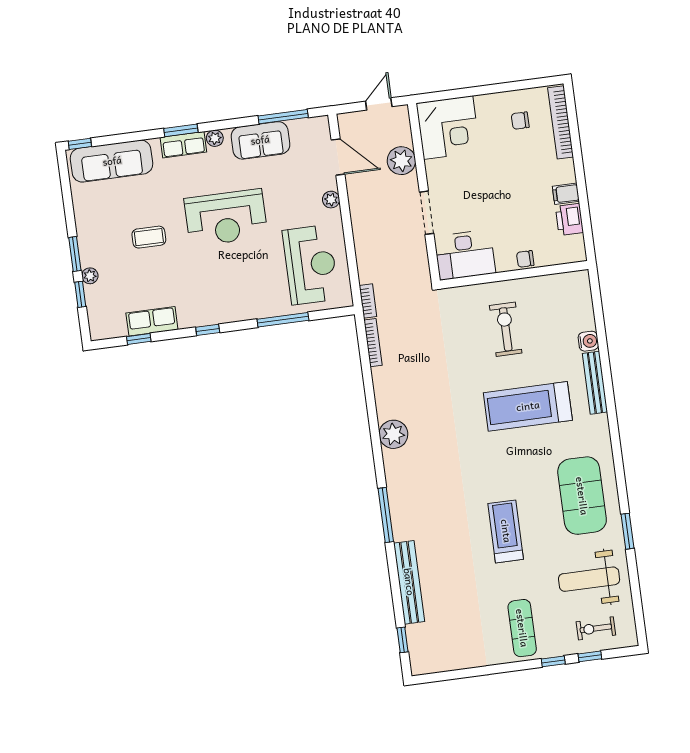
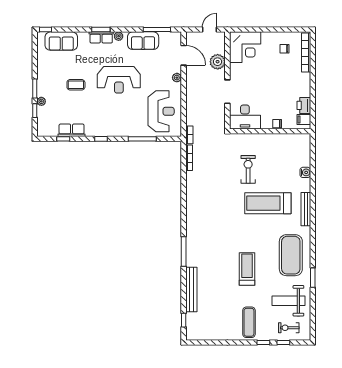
sofa: (112, 161) -> (61, 41), width x0.73
filing cabinet: (566, 194) -> (304, 119), moved
exercise bike: (506, 329) -> (248, 169), moved
bench: (595, 383) -> (306, 209), moved
plant: (393, 434) -> (194, 209), removed

